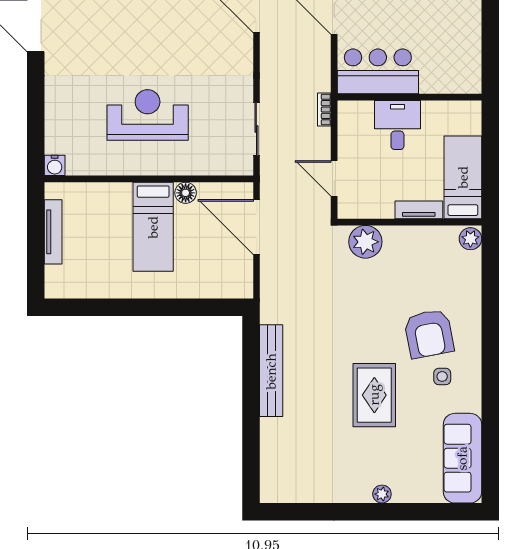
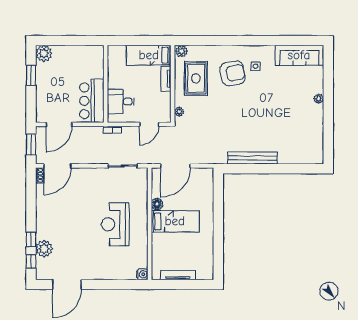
desk: (397, 125) -> (121, 102), moved
plant: (365, 242) -> (179, 112), width x0.53, depth x0.53
rug: (374, 395) -> (196, 78), moved, turned 90

